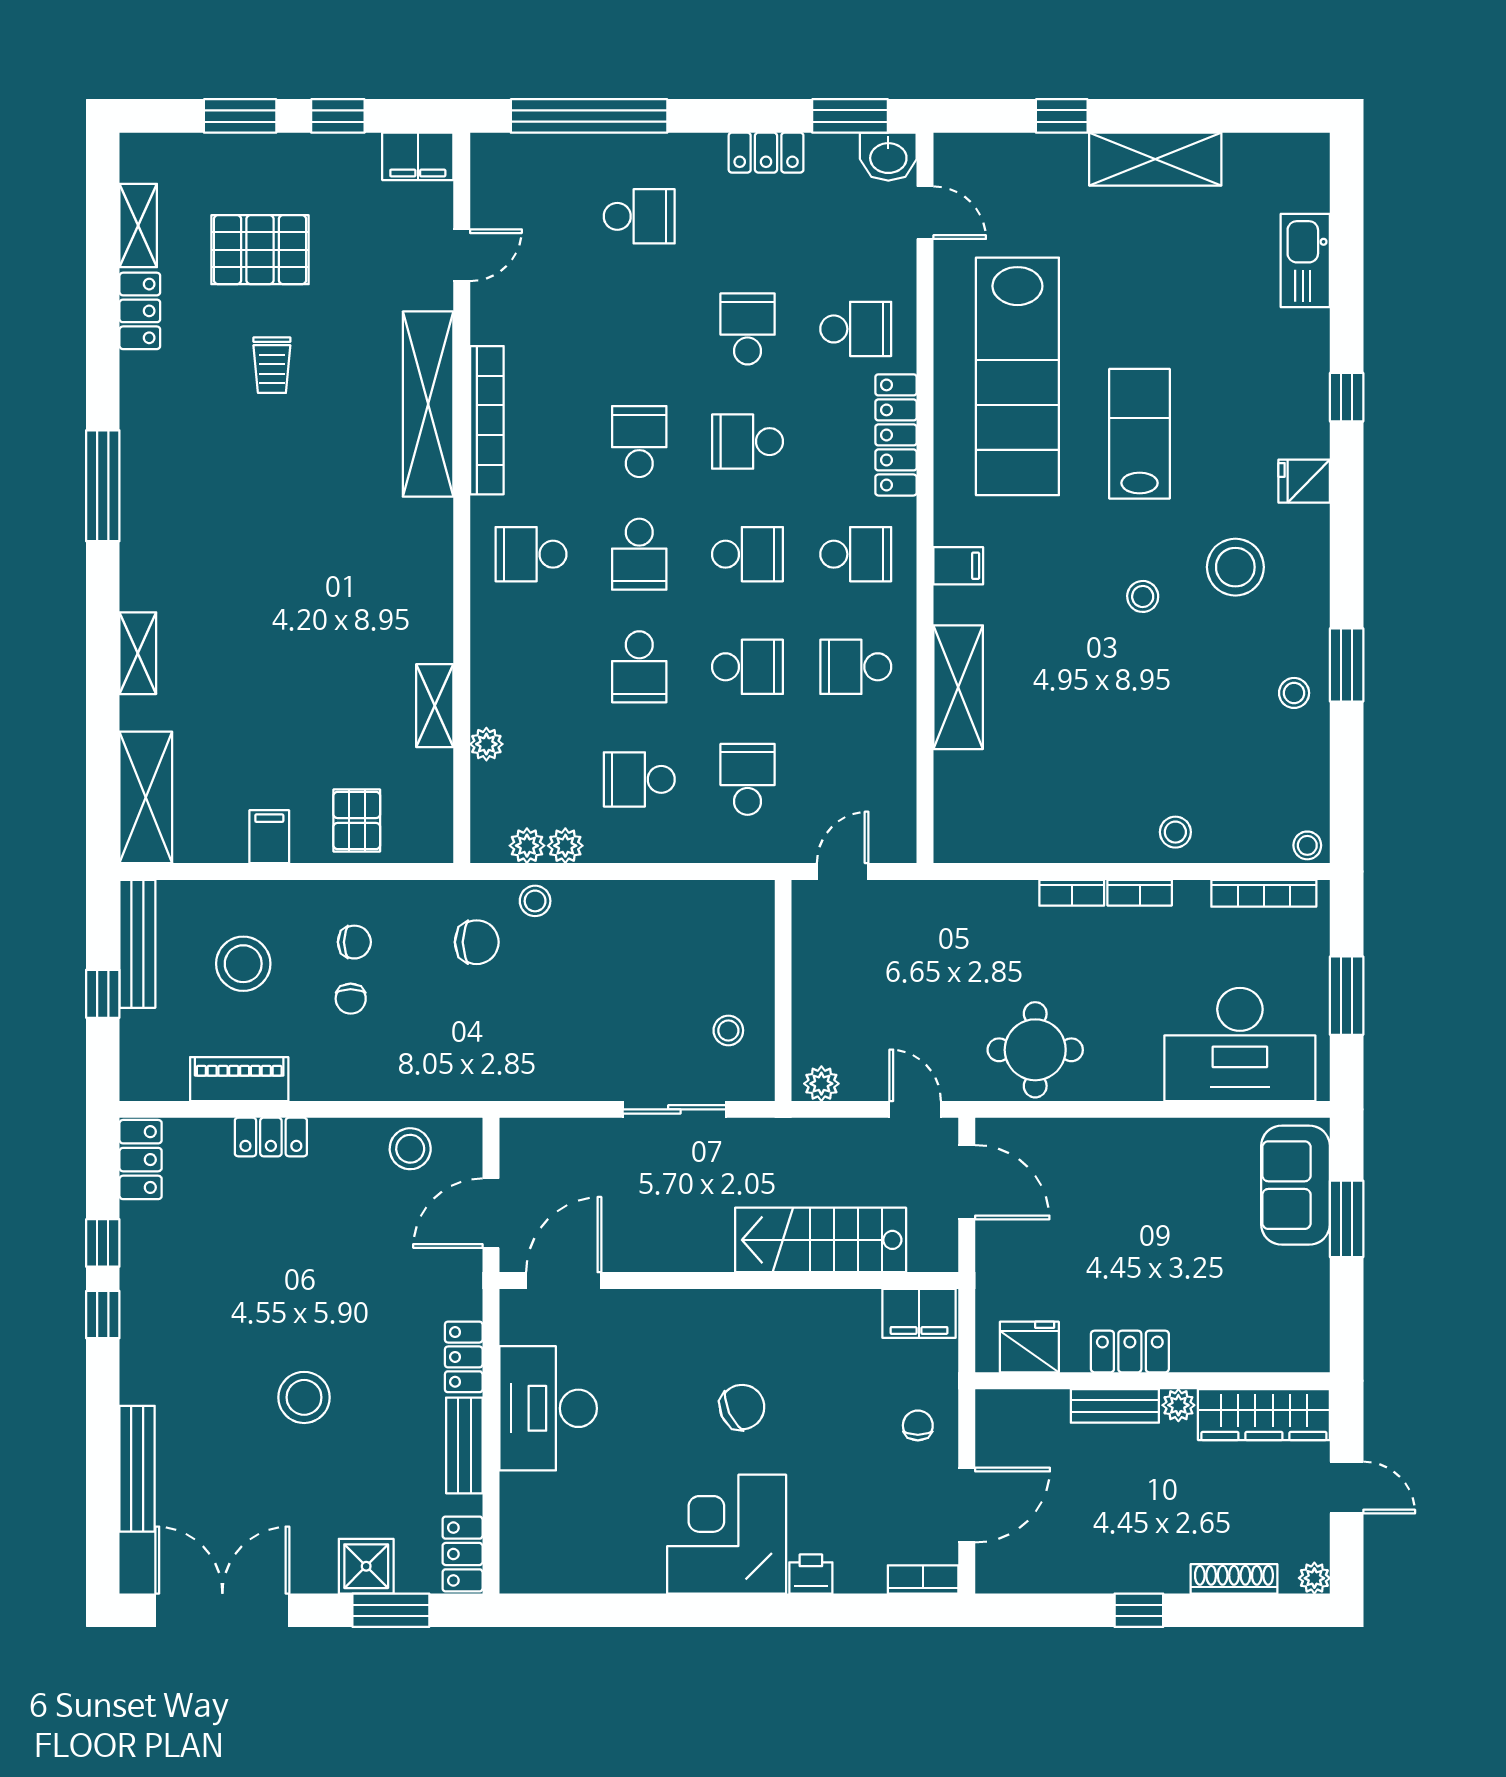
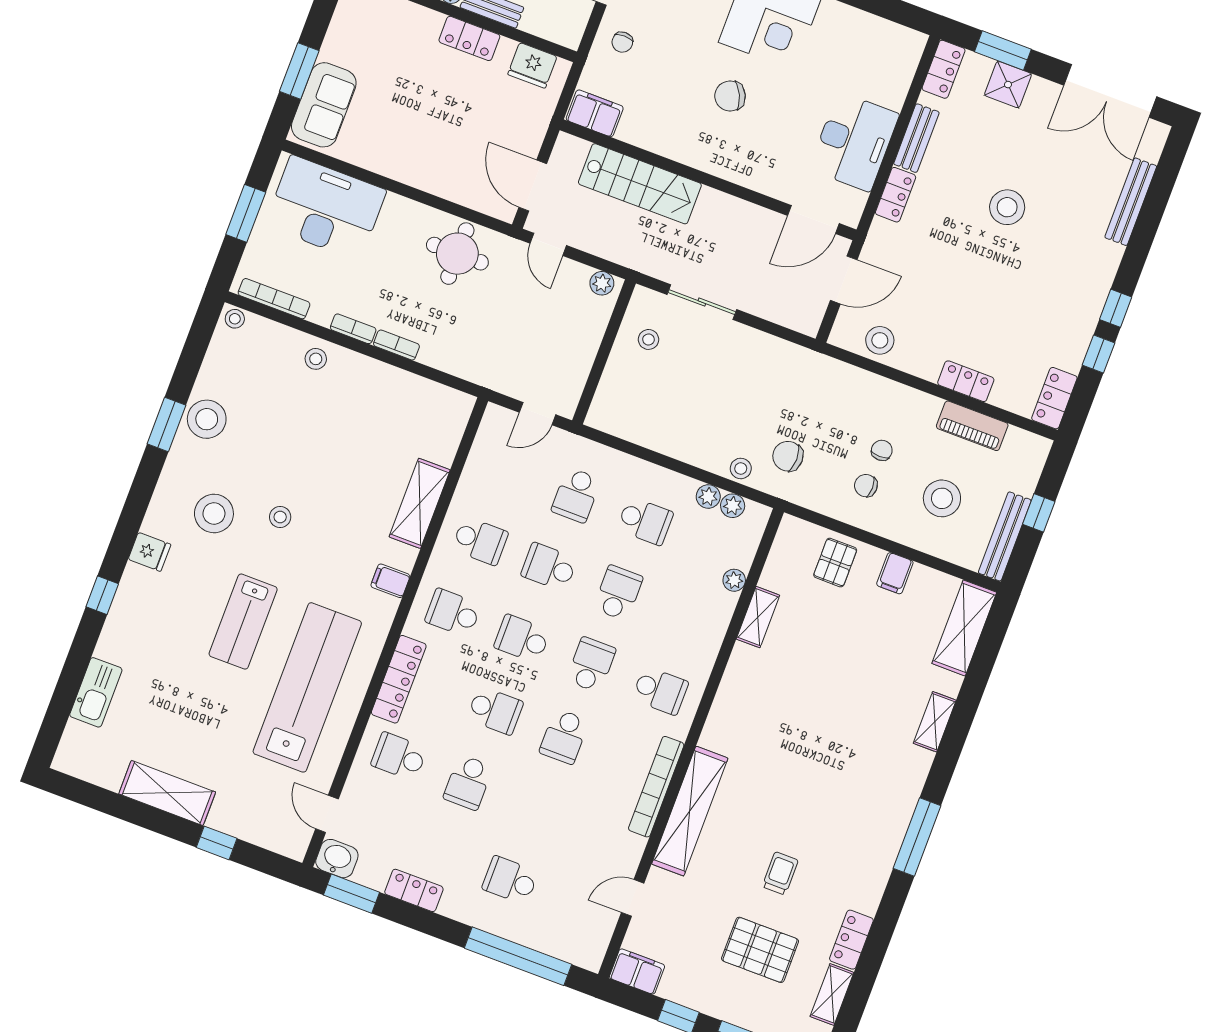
stool: (1294, 693) -> (207, 419), width x1.89, depth x1.89

